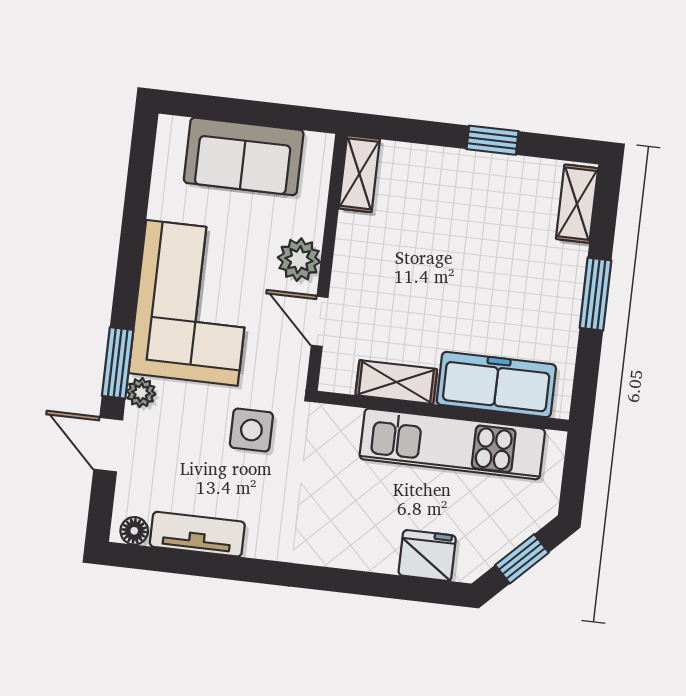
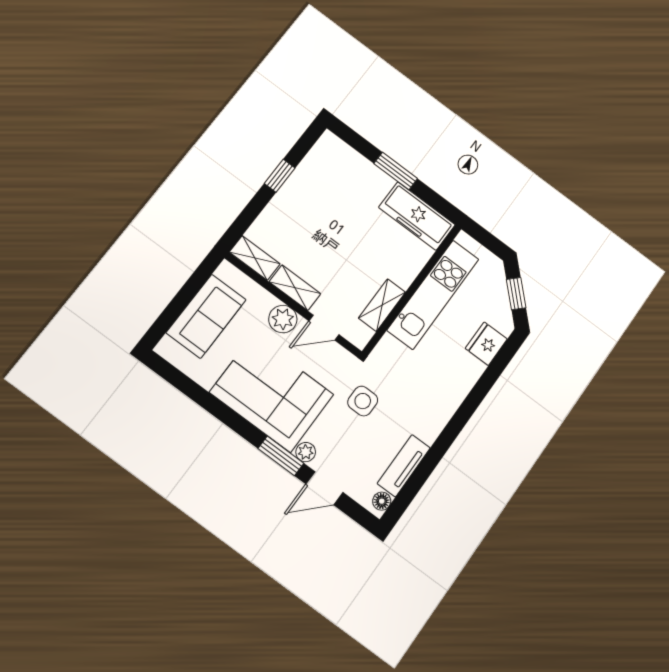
shelving: (577, 204) -> (295, 288), moved
freezer: (496, 385) -> (417, 216), moved, turned -90

